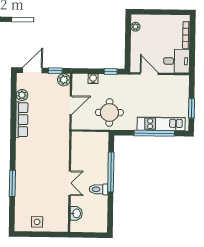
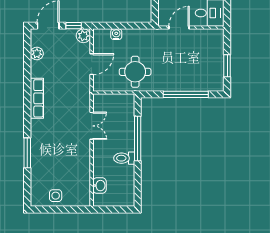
window: (111, 71) -> (136, 26), removed
door: (149, 74) -> (179, 28), hinge flipped
row of seats: (22, 120) -> (37, 98), moved
kitchen unit: (161, 124) -> (193, 84), removed
double door: (70, 183) -> (92, 126), moved

